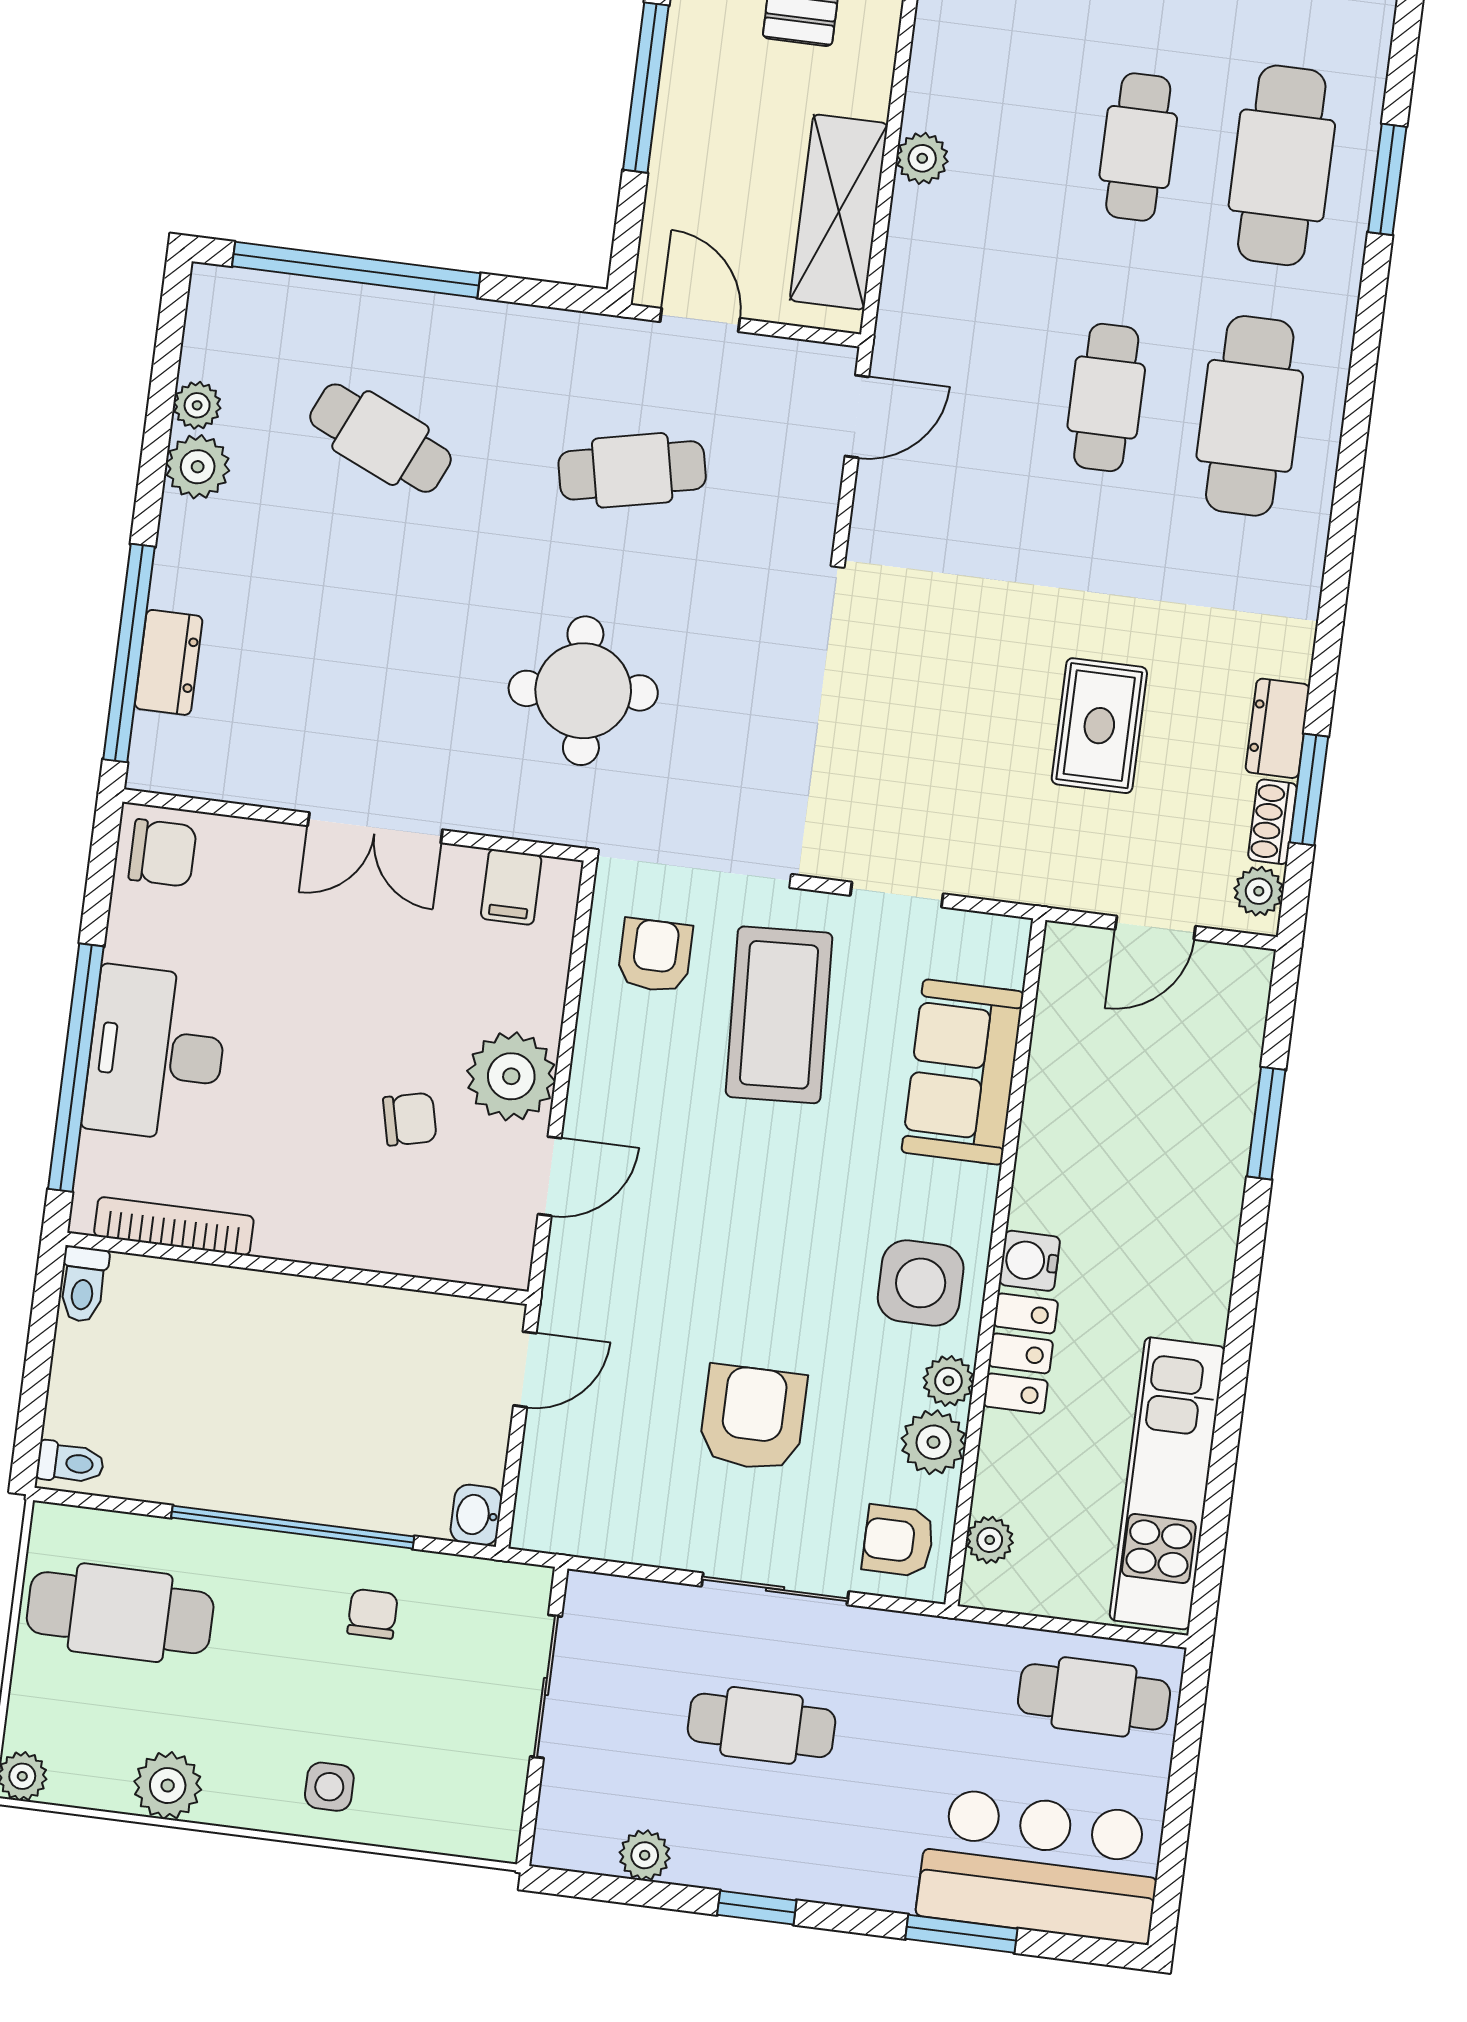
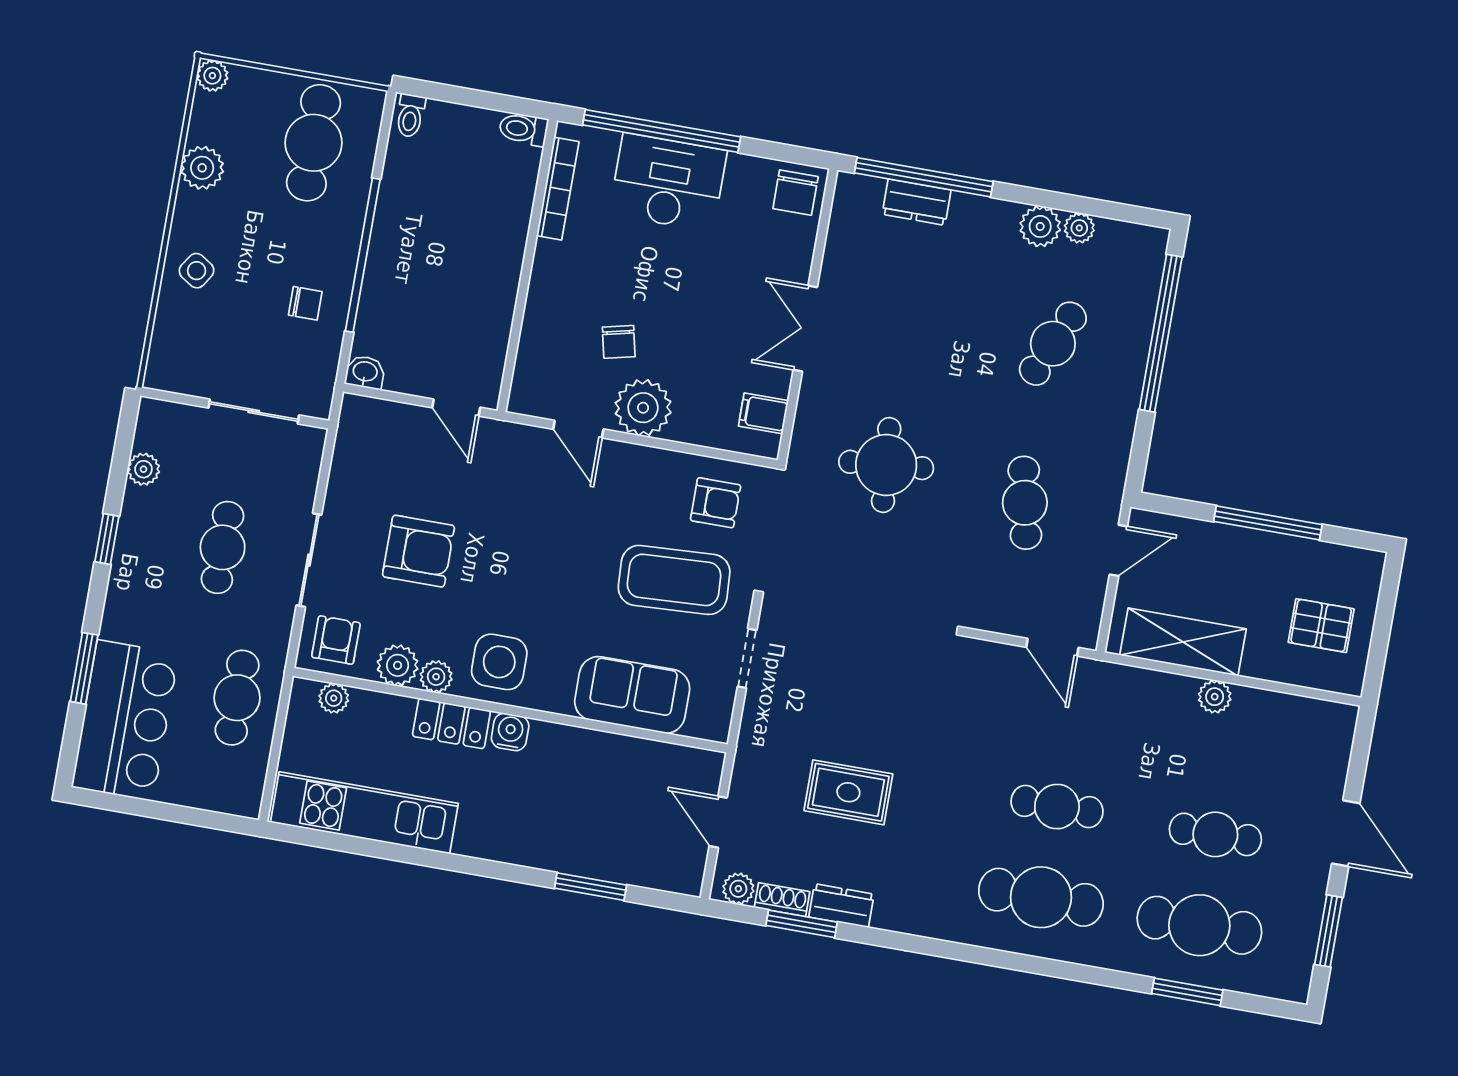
cafe table: (1094, 1697) -> (237, 698), moved
side table: (329, 1787) -> (197, 271), turned 33

